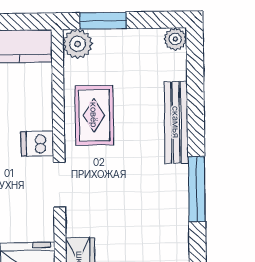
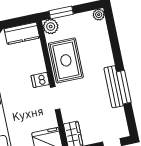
rug: (94, 115) -> (66, 60), width x1.36, depth x1.43
bench: (176, 122) -> (114, 87), moved

